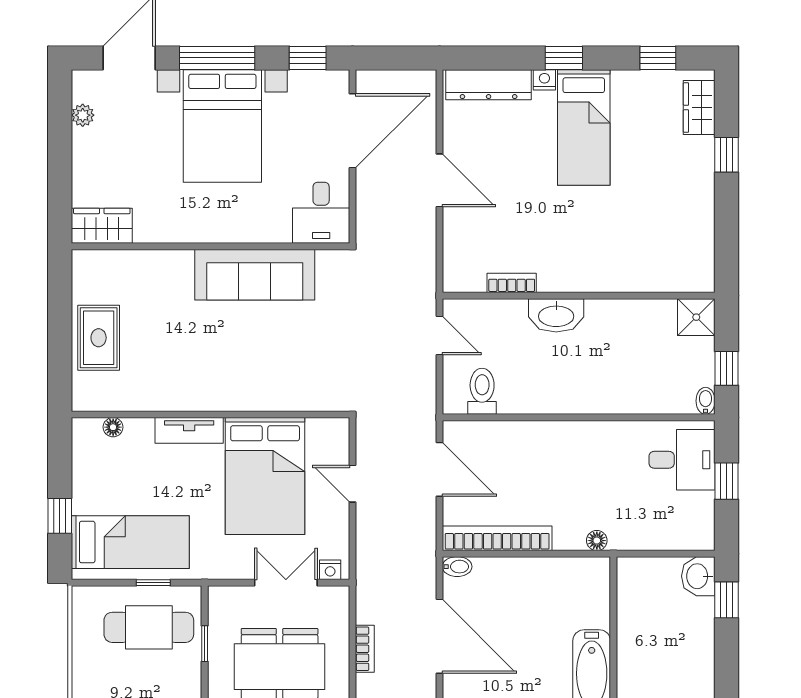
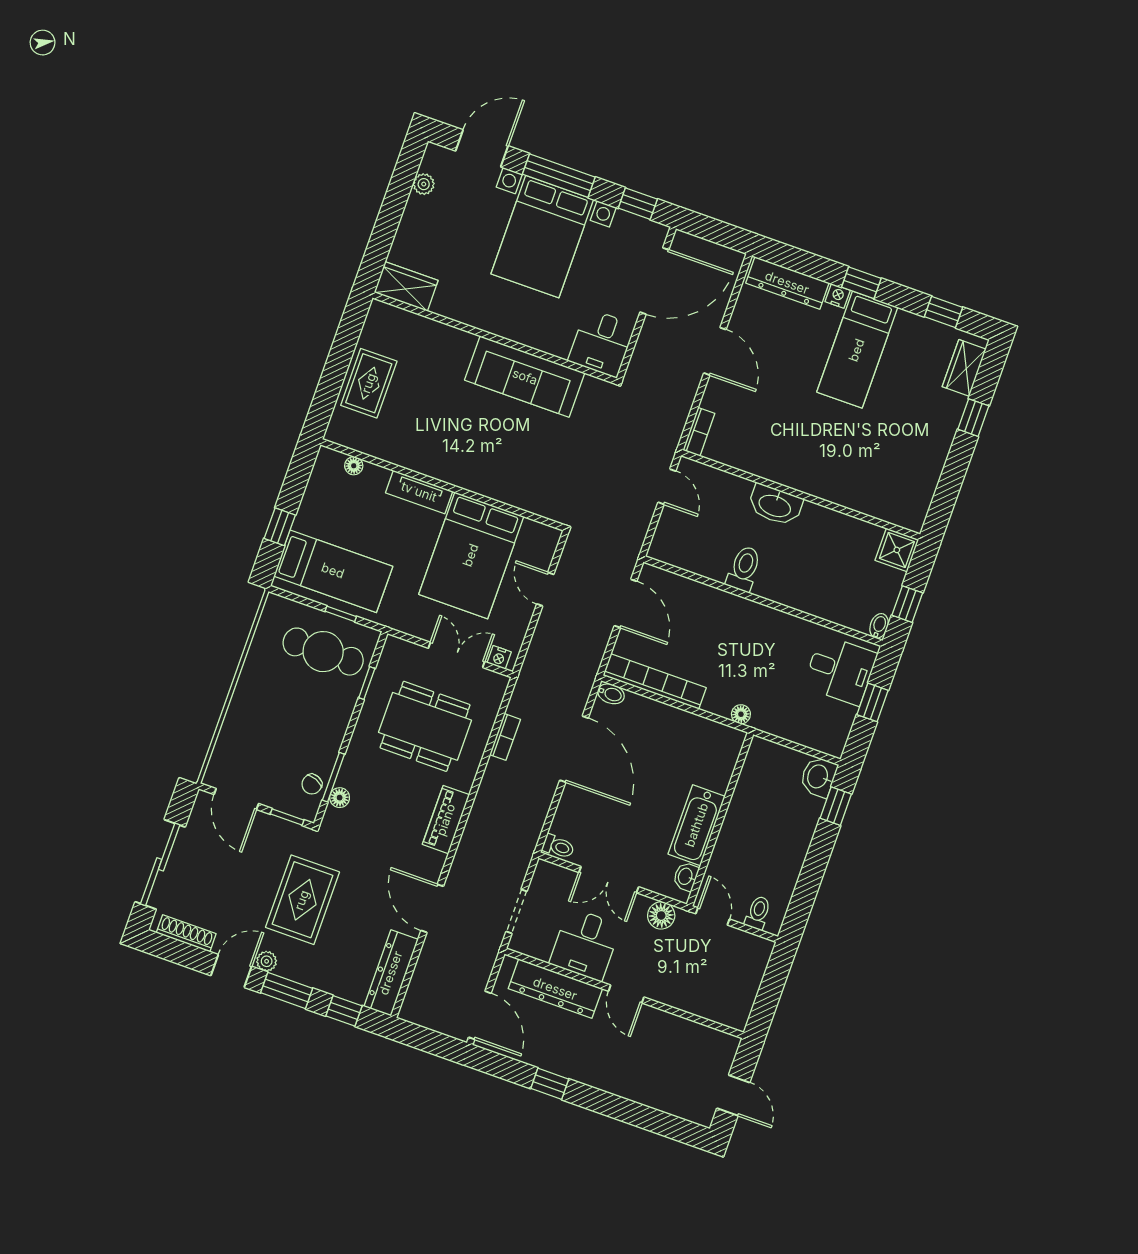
bookcase: (512, 283) -> (699, 432), moved, turned 90
toilet: (482, 391) -> (744, 569), moved

